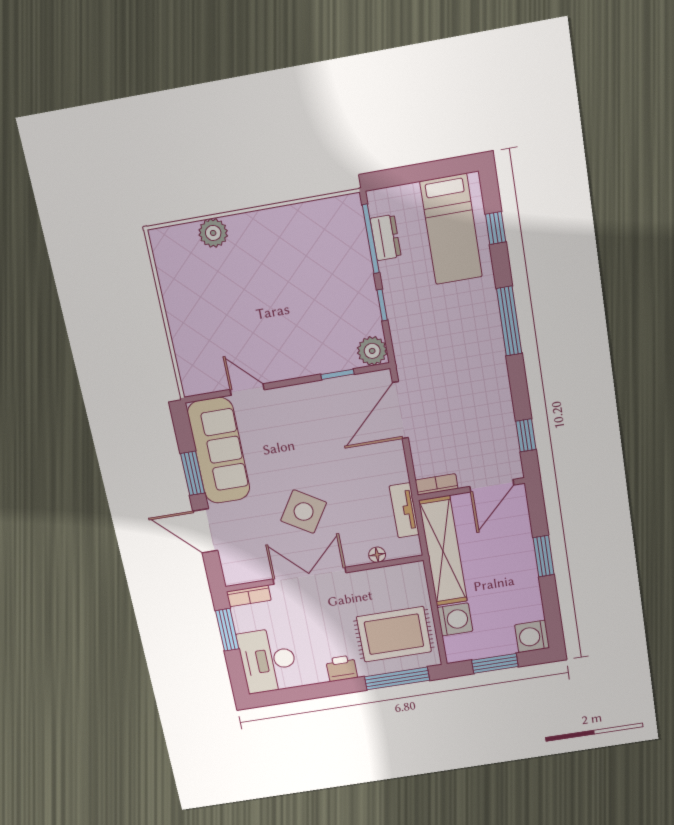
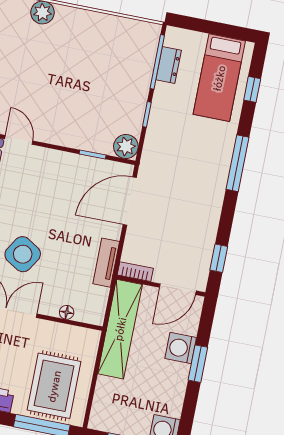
tv unit: (404, 510) -> (106, 263), moved
washing machine: (455, 619) -> (181, 348), moved, turned 180
rug: (394, 634) -> (54, 386), turned 90

